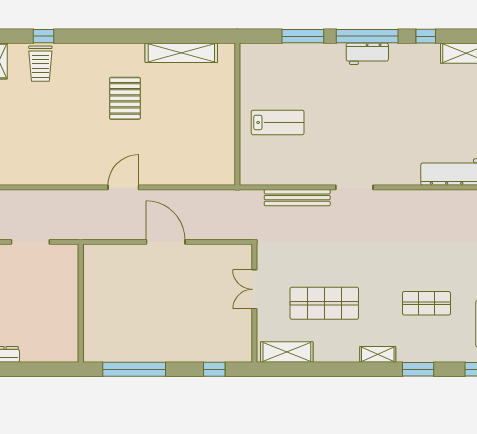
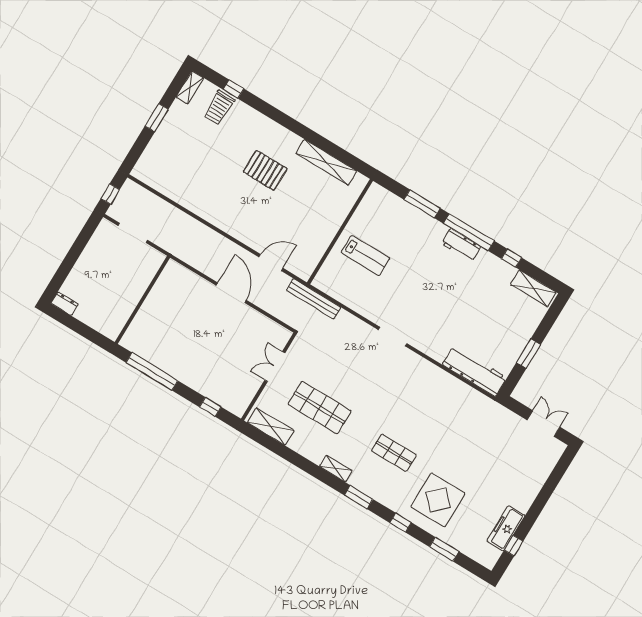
pallet: (125, 98) -> (265, 170), turned 90
door: (123, 187) -> (271, 263), moved
bench: (297, 198) -> (314, 299), moved

